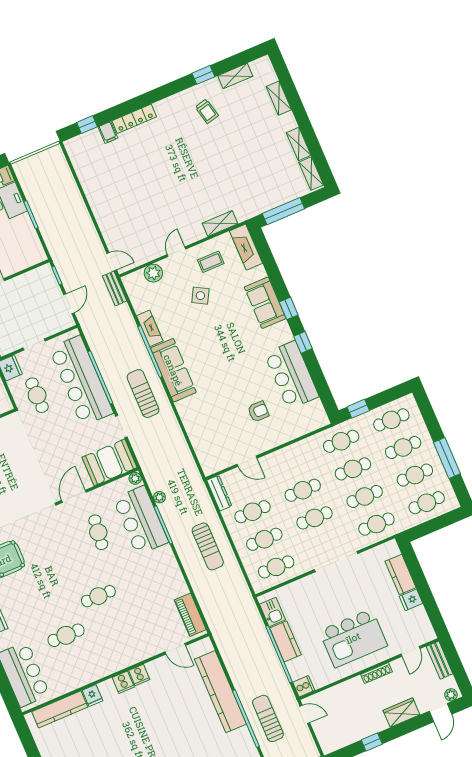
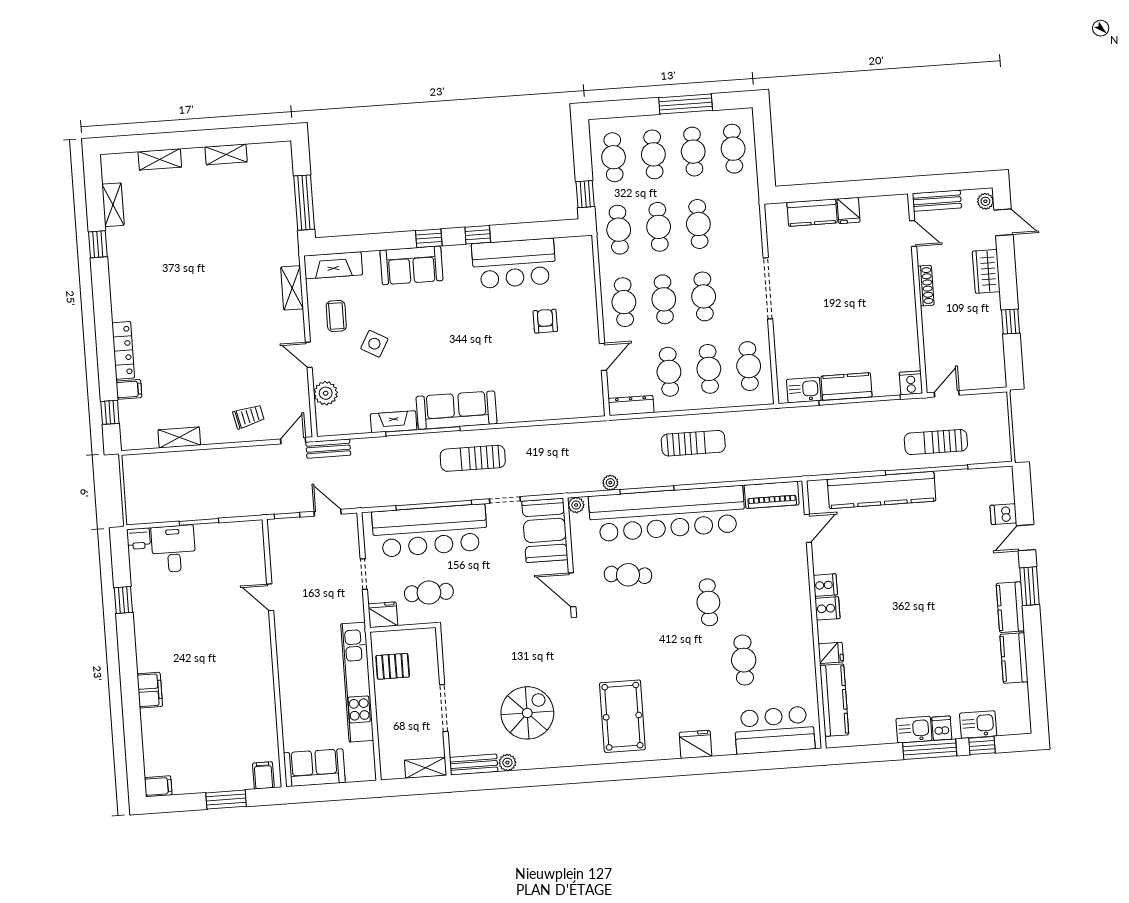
trolley: (207, 111) -> (248, 417), moved
shelving: (311, 174) -> (179, 437), moved
bar counter: (141, 520) -> (667, 514), width x1.86
cafe table: (376, 524) -> (624, 302), moved
kitchen island: (353, 638) -> (872, 300), removed

